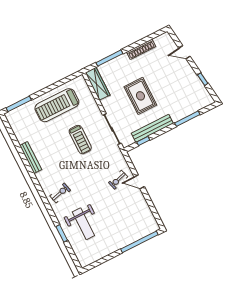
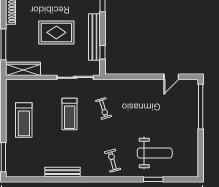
treadmill: (57, 105) -> (24, 120), width x0.73, depth x0.73
treadmill: (80, 140) -> (70, 114), turned 90
exercise bike: (118, 180) -> (104, 109), moved
door: (139, 182) -> (171, 77), moved

